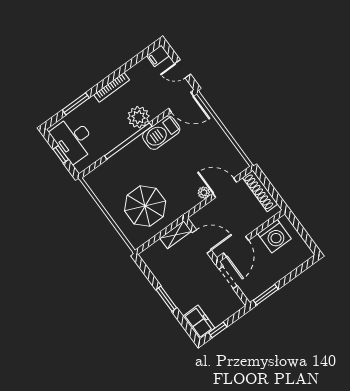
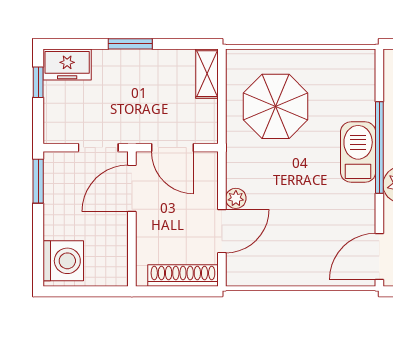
barbecue: (161, 133) -> (358, 152), moved
shelving: (176, 235) -> (207, 74), moved
washing machine: (275, 236) -> (63, 261), moved, turned 180
door: (202, 241) -> (172, 148), hinge flipped
door: (236, 247) -> (132, 188), hinge flipped

